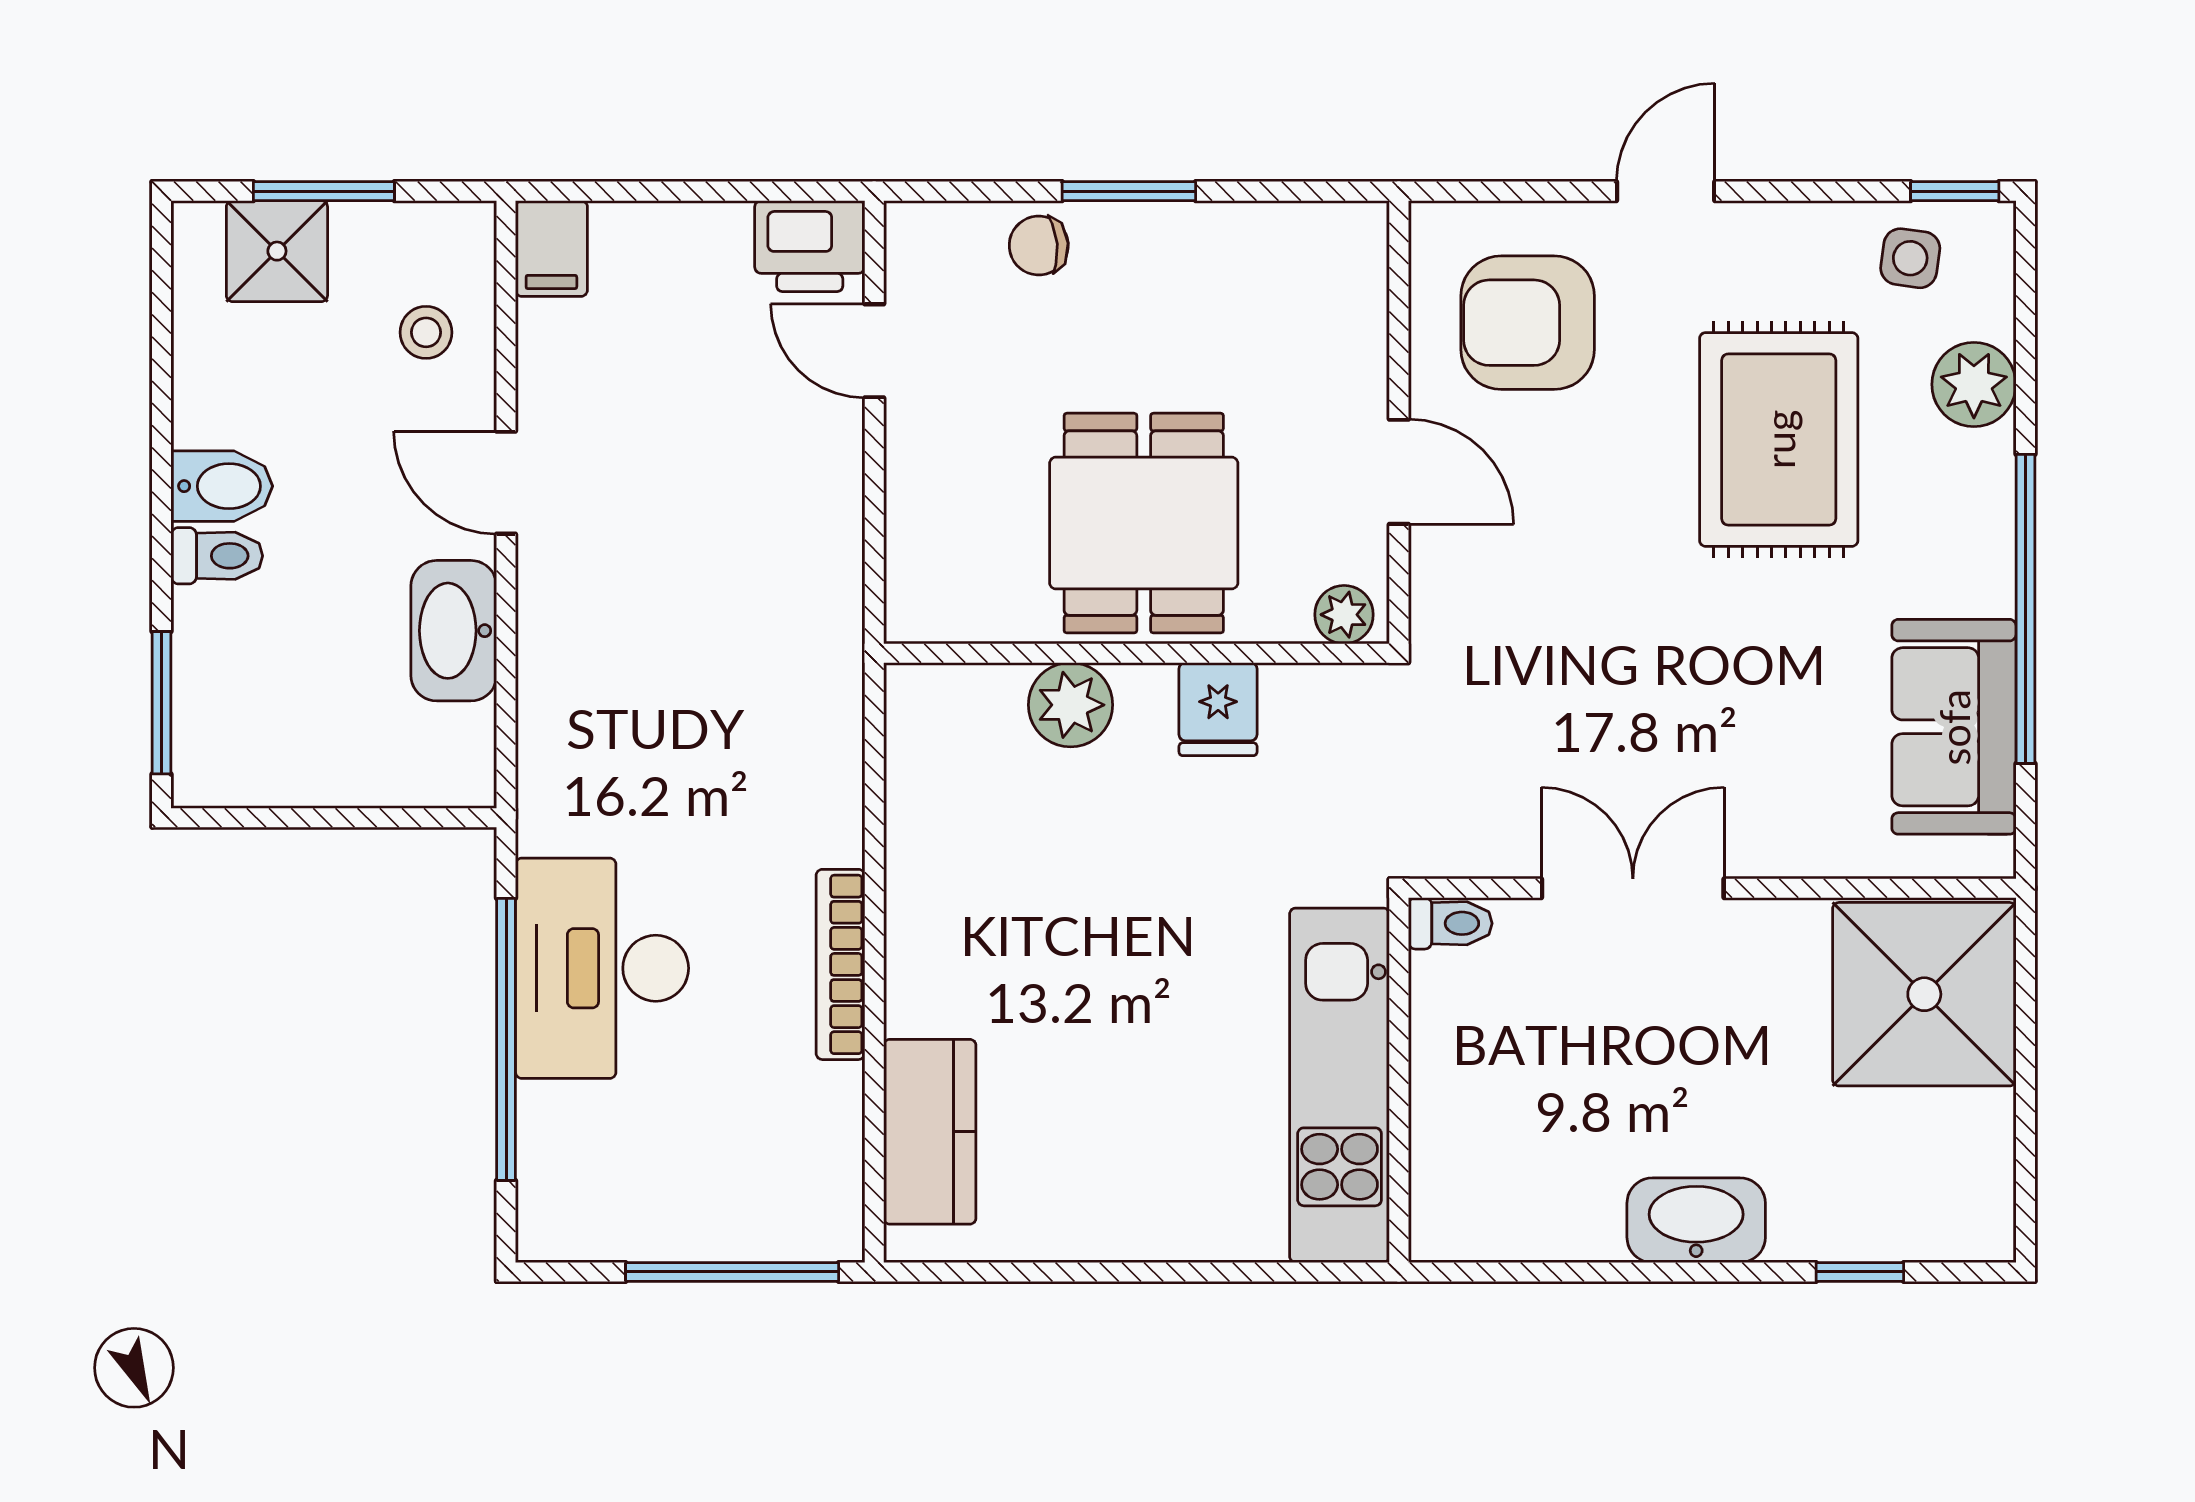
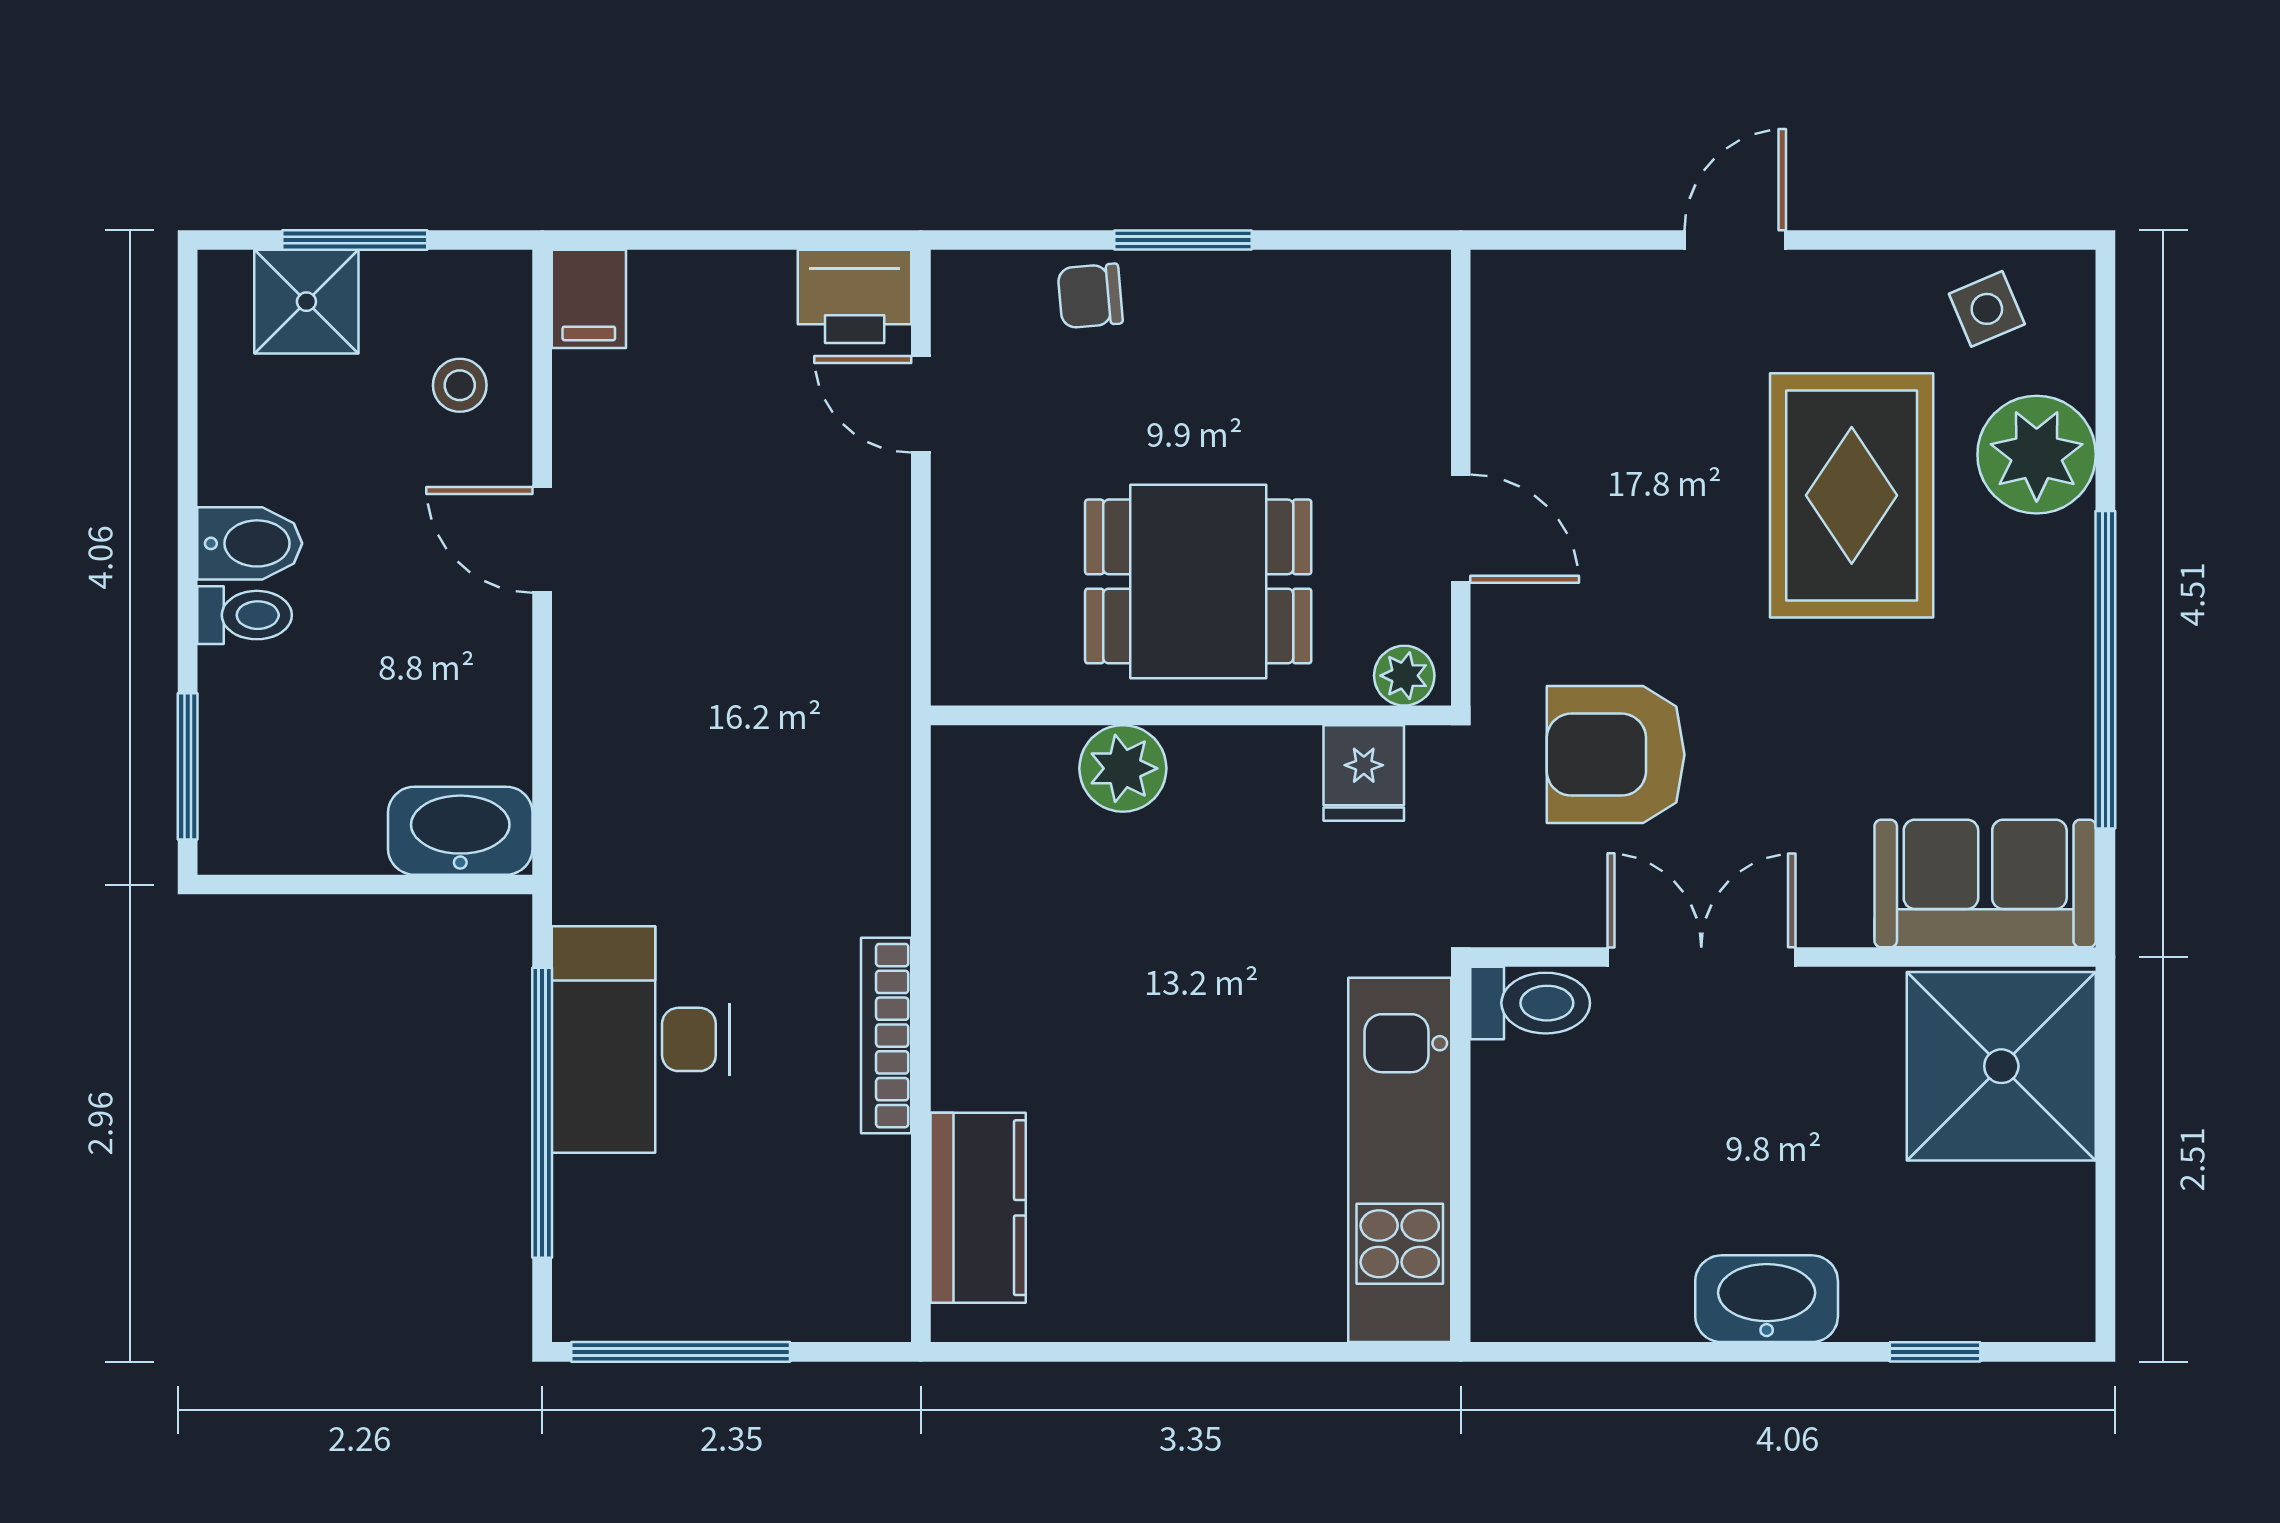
window: (1955, 191) -> (2033, 240), removed
side table: (1910, 258) -> (1987, 309), turned -31
armchair: (1528, 323) -> (1616, 755), moved
plant: (1974, 384) -> (2037, 455), width x1.36, depth x1.36
dining table: (1144, 523) -> (1198, 581), turned 90
washbasin: (454, 631) -> (460, 831), moved, turned 90
fridge: (1218, 709) -> (1364, 773), moved
sofa: (1954, 727) -> (1985, 884), moved, turned 90
toilet: (1450, 923) -> (1530, 1003), width x1.37, depth x1.39
window: (732, 1272) -> (681, 1352), moved

